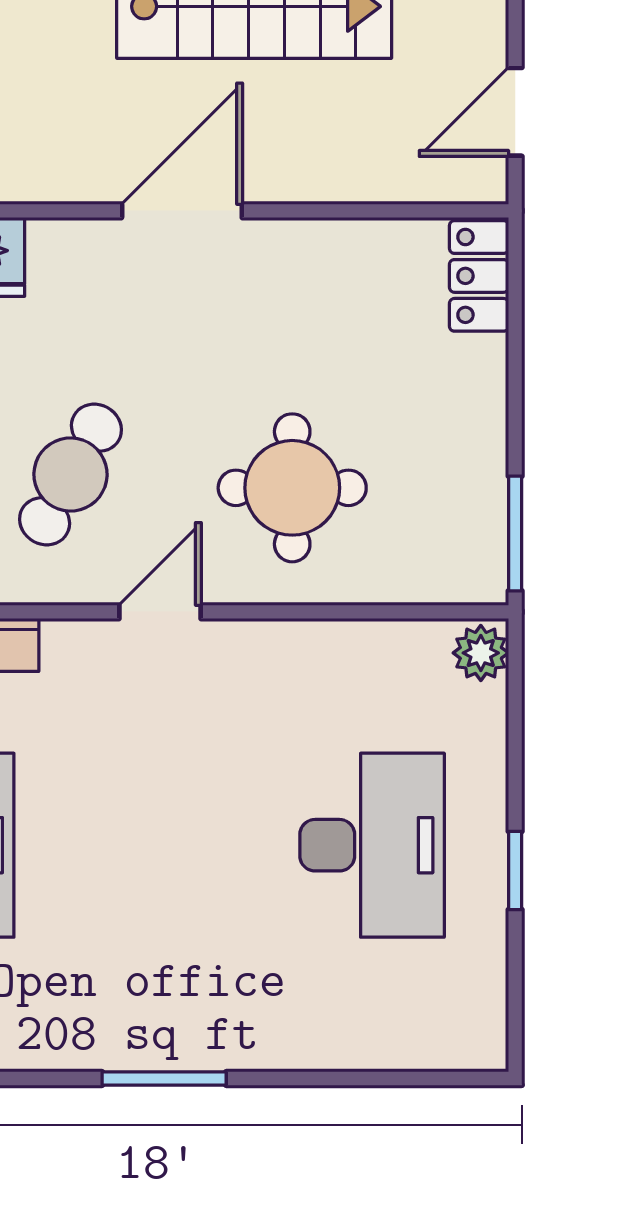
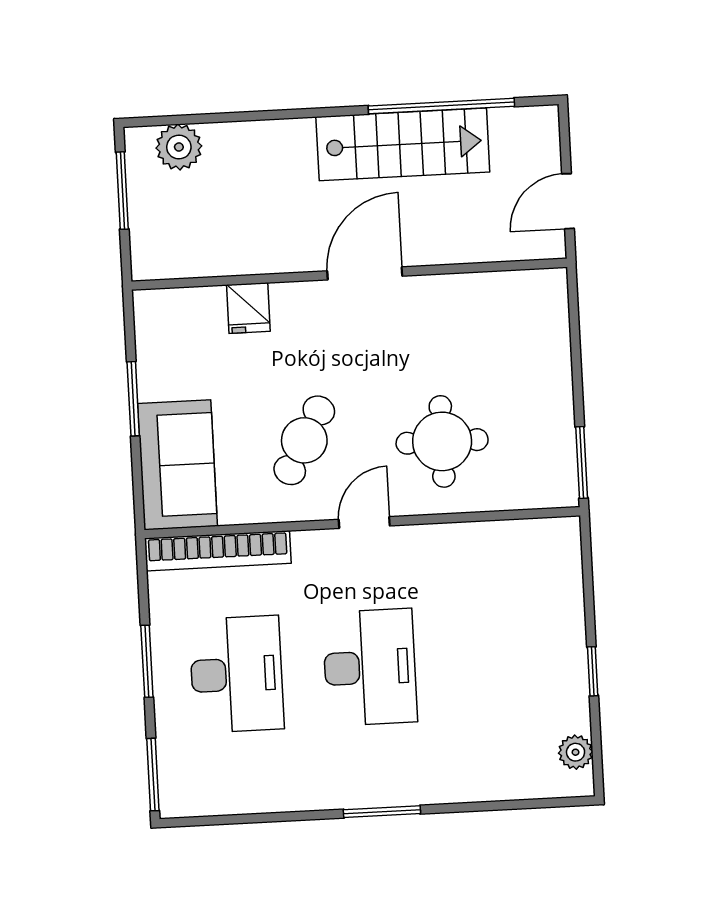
locker: (479, 276) -> (551, 304), removed
plant: (481, 653) -> (576, 752), moved
desk: (372, 845) -> (370, 667), moved

